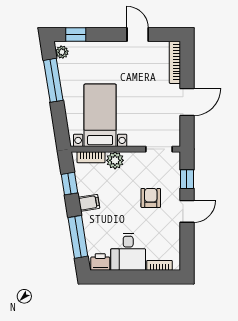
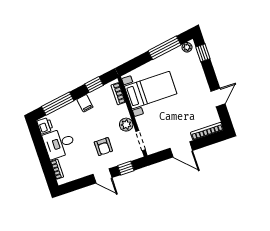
plant: (115, 160) -> (126, 125), moved
armchair: (151, 198) -> (103, 147), turned 90

